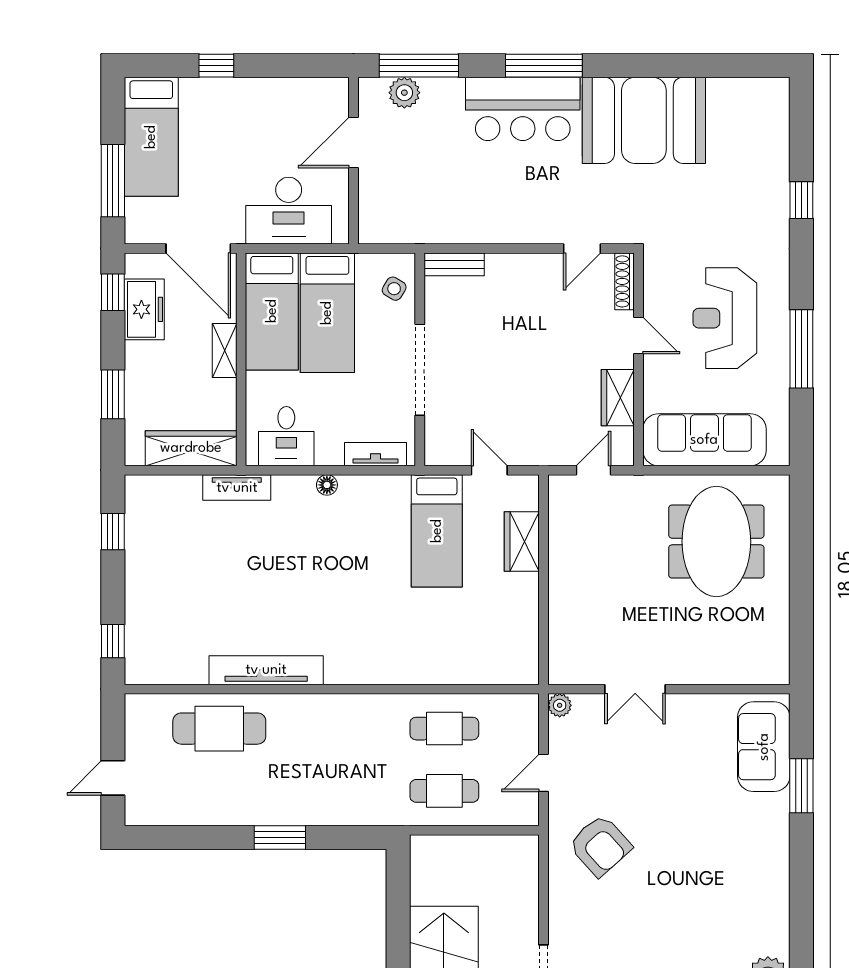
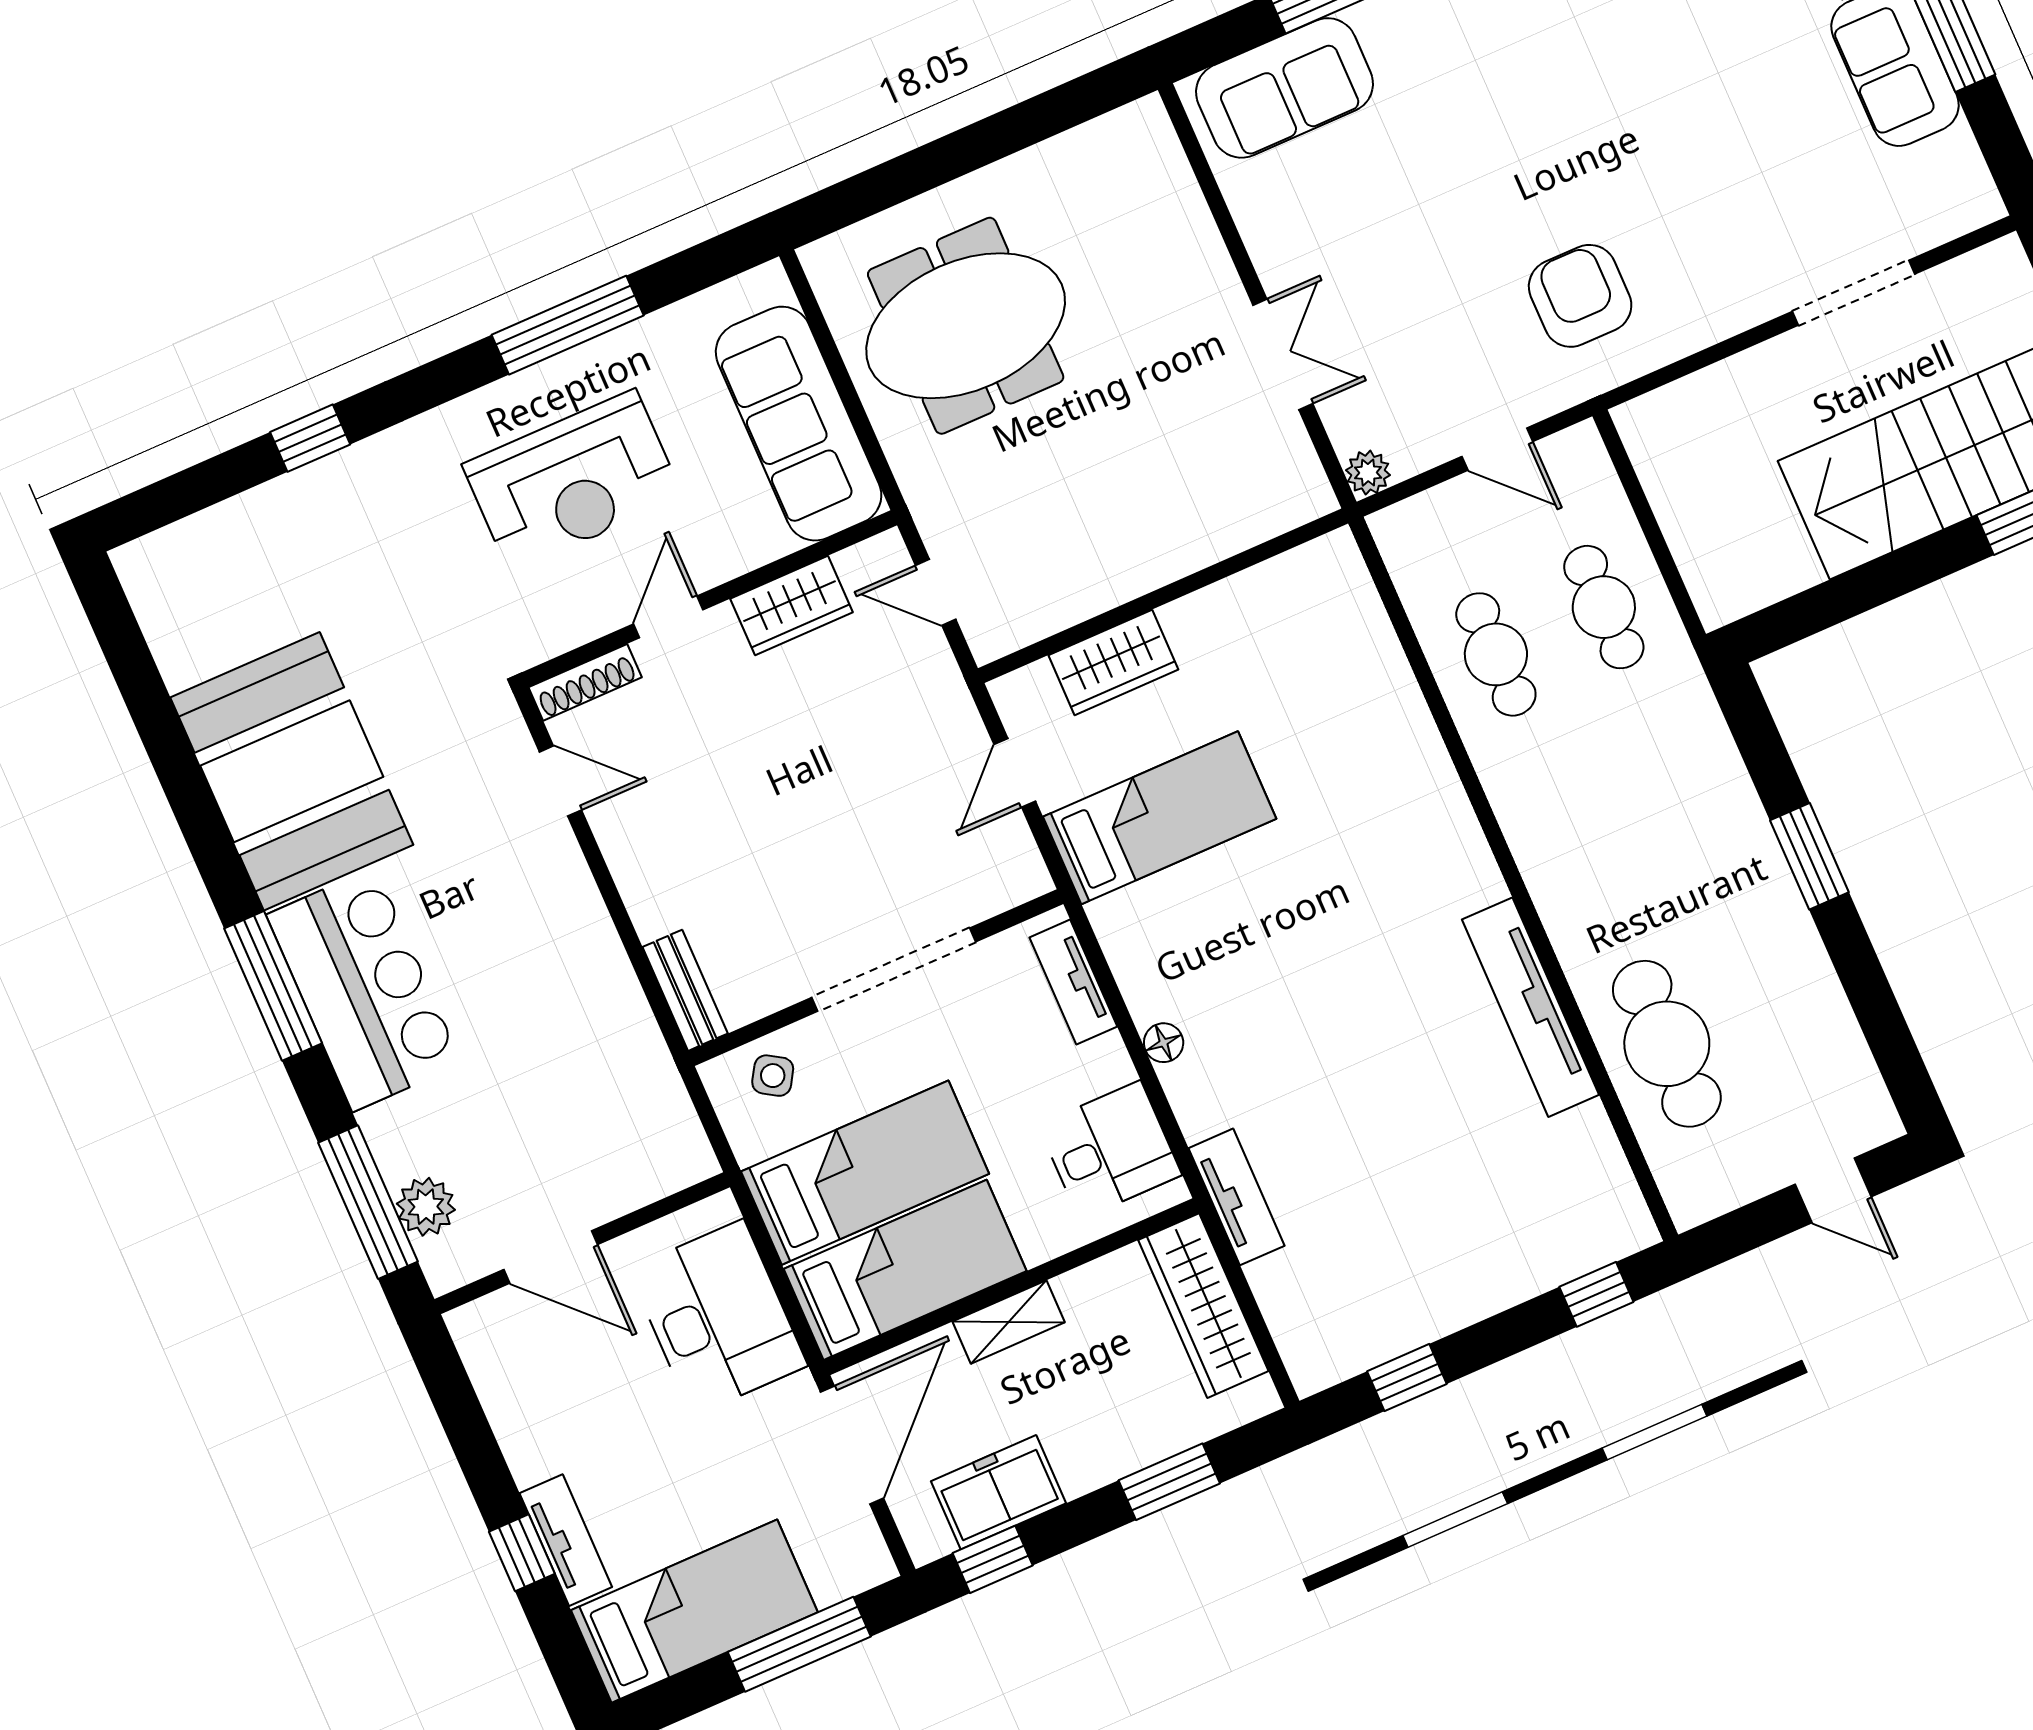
tv unit: (213, 90) -> (566, 1540), added
armchair: (600, 846) -> (1580, 296), turned -48

